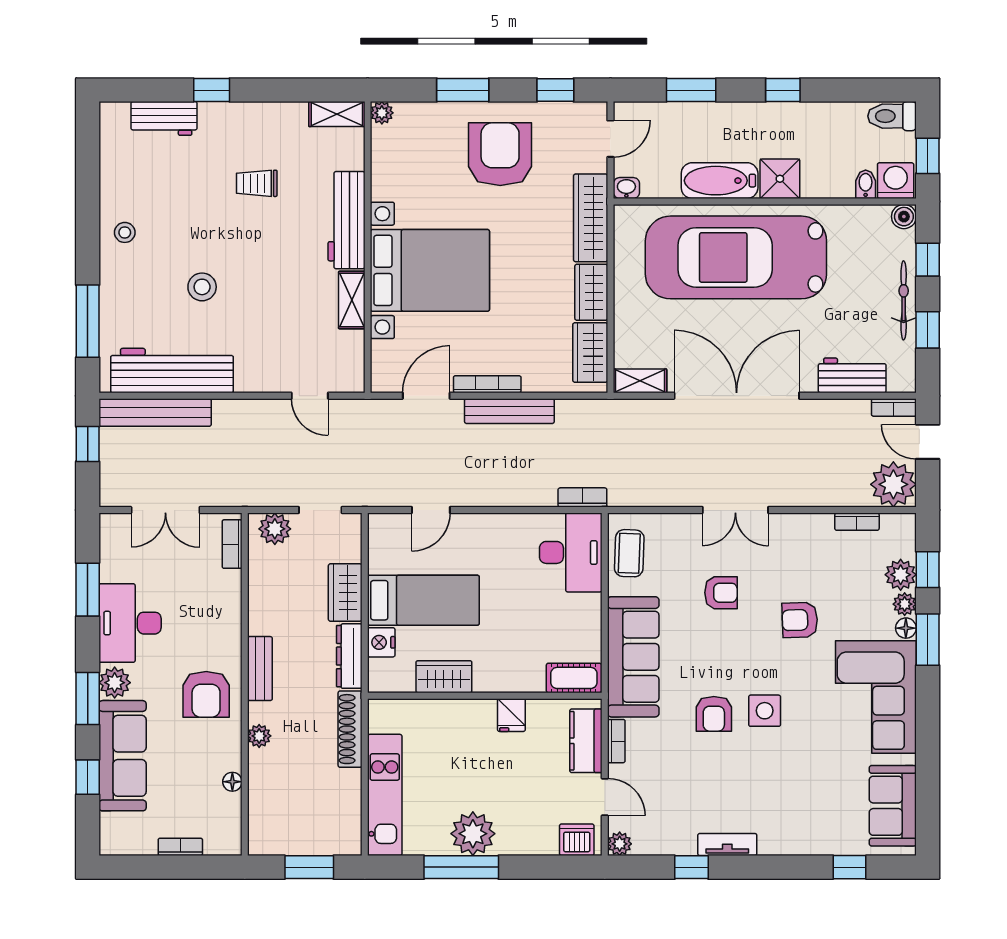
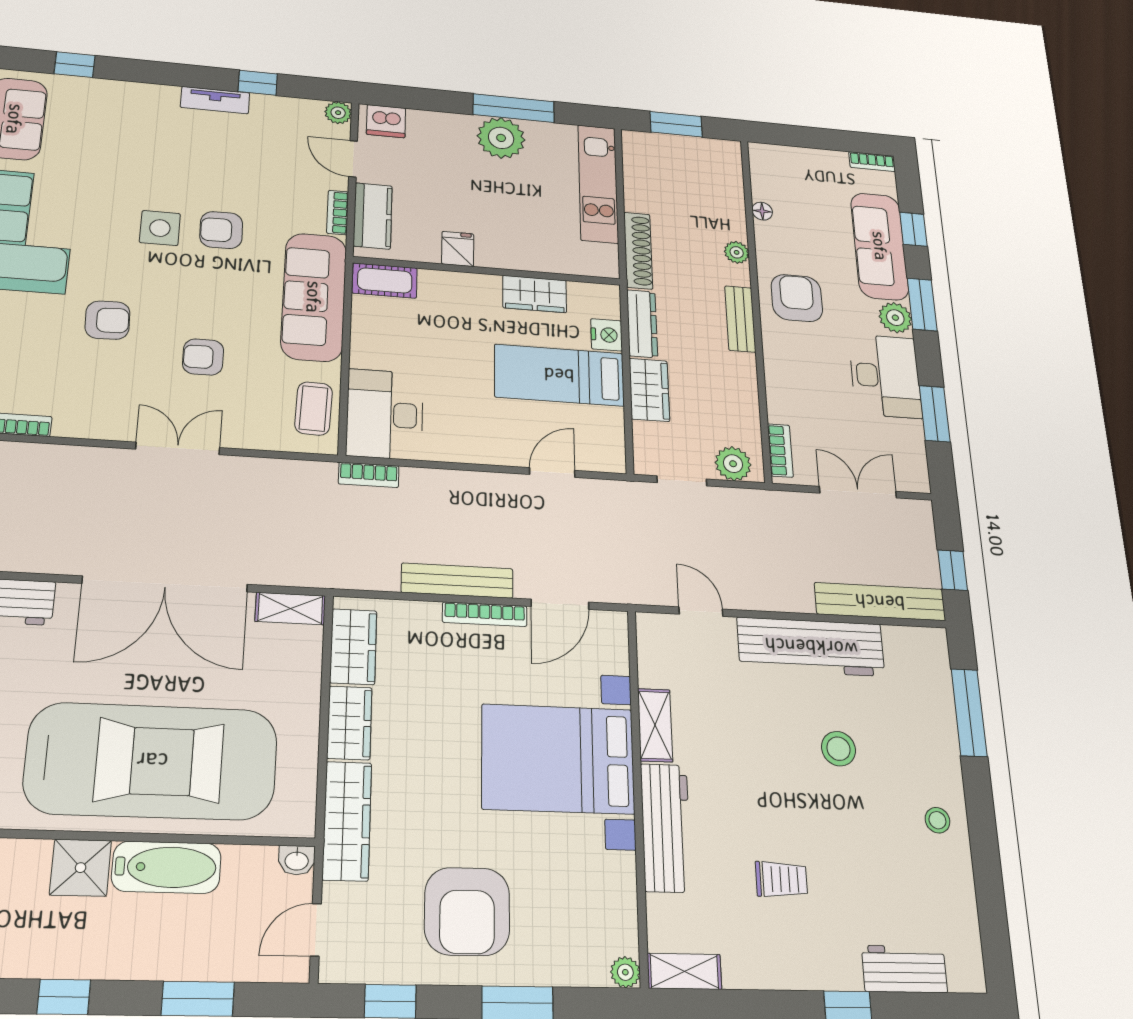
workbench: (172, 371) -> (811, 647), moved
armchair: (714, 714) -> (221, 230), turned -91
bookcase: (180, 847) -> (872, 162), moved

